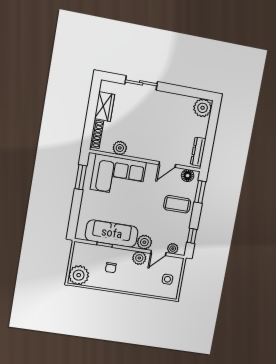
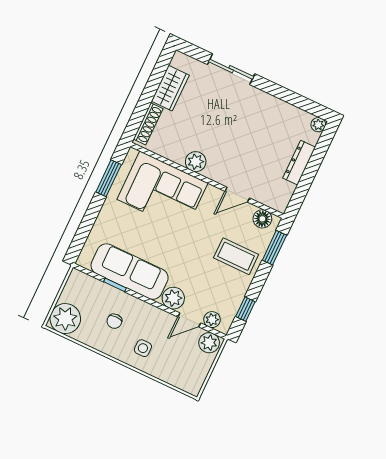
plant: (203, 108) -> (318, 125), width x0.53, depth x0.53
plant: (120, 148) -> (196, 162), moved
dresser: (198, 152) -> (299, 163), moved
plant: (139, 258) -> (209, 343), moved
side table: (167, 279) -> (143, 348), moved

